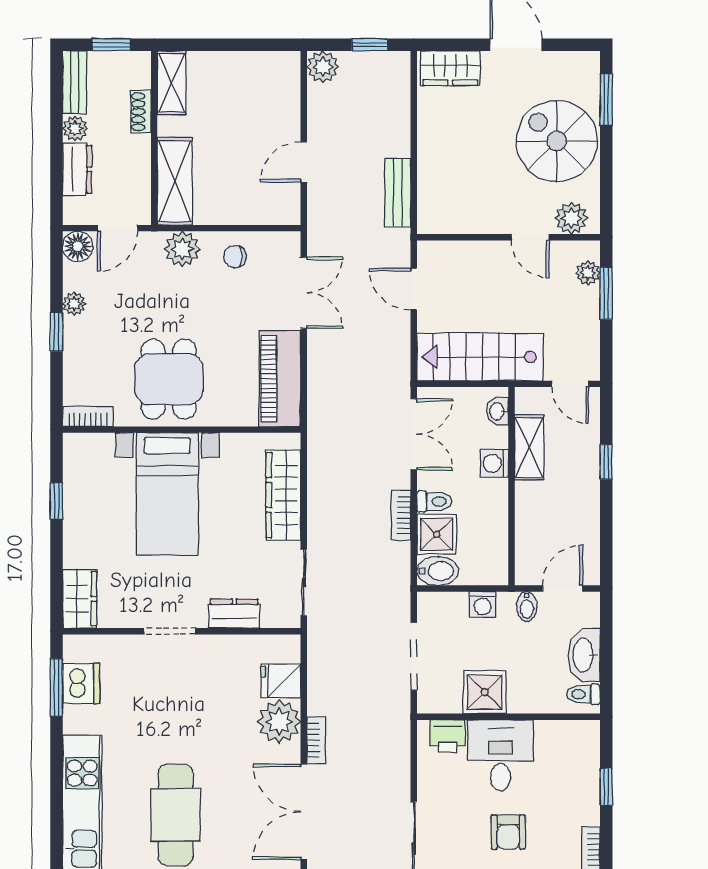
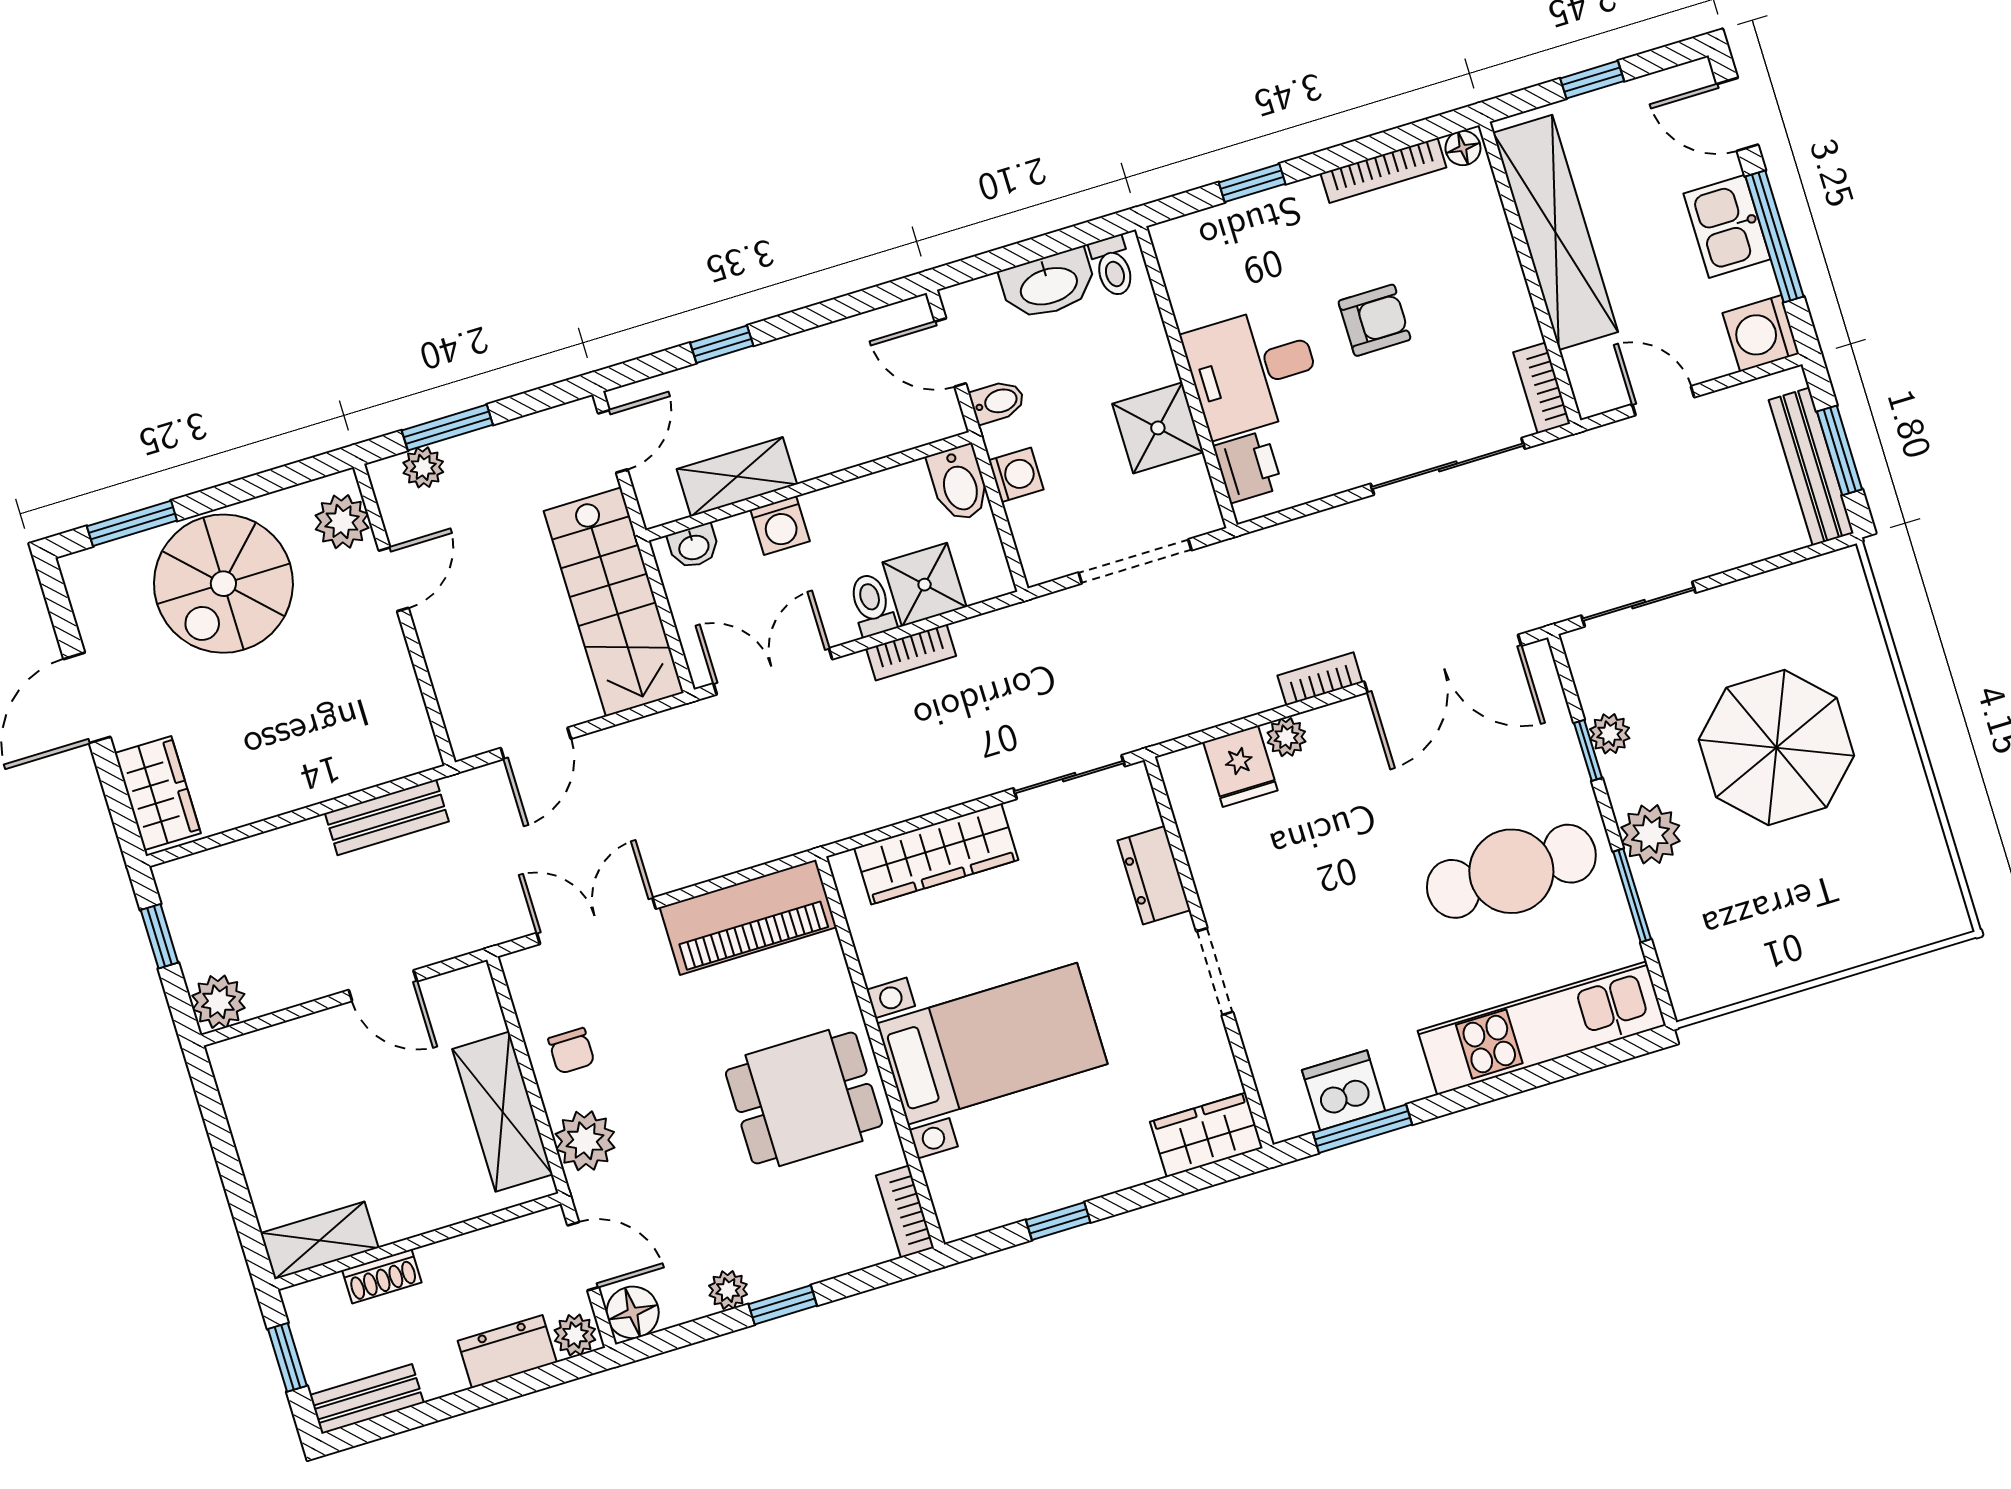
plant: (75, 128) -> (575, 1335), moved
shelving: (175, 181) -> (502, 1112), moved, turned 90
bidet: (438, 571) -> (959, 483), moved, turned 180
plant: (279, 722) -> (1286, 737), width x0.53, depth x0.53

